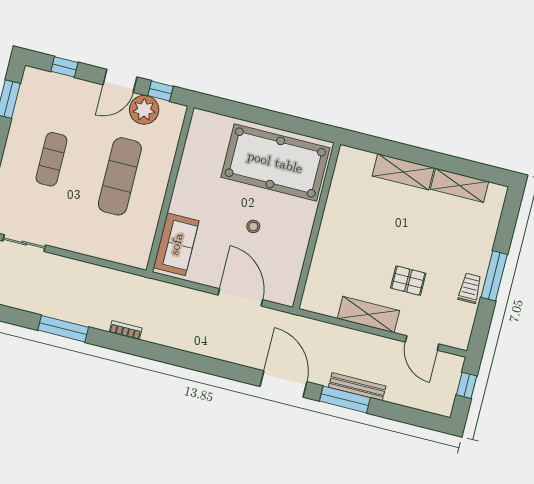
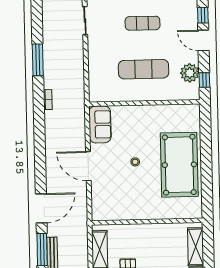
door: (120, 81) -> (203, 40), moved
wall: (316, 226) -> (147, 222), moved
sofa: (176, 244) -> (100, 124), moved, turned -90
door: (240, 297) -> (88, 166), swing flipped

